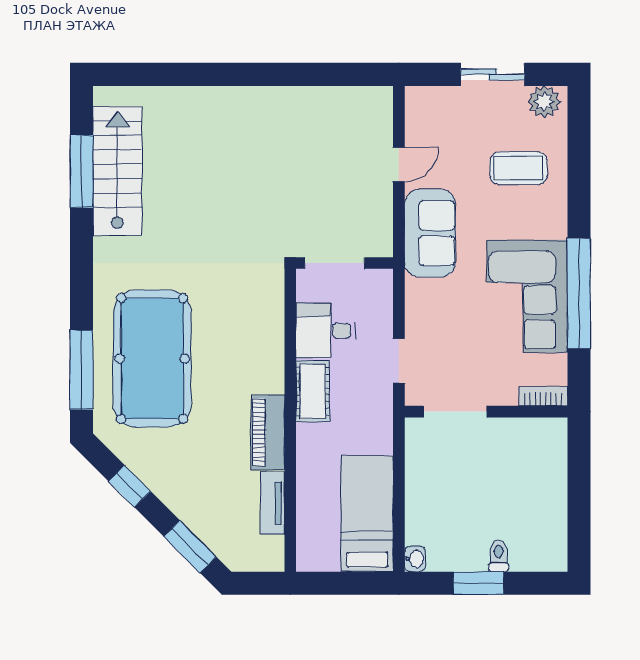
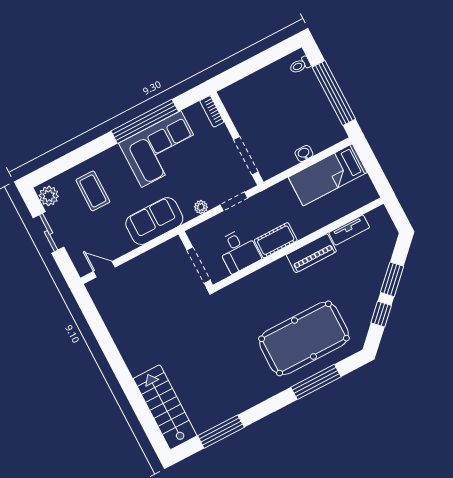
door: (399, 165) -> (104, 269), moved
stairs: (117, 171) -> (165, 407), moved, turned 90
plant: (415, 310) -> (201, 207), added
window: (82, 370) -> (316, 382), moved
window: (190, 547) -> (392, 279), moved
toilet: (499, 556) -> (300, 65), moved
washbasin: (415, 559) -> (304, 153), moved
window: (479, 583) -> (334, 93), width x2.11

